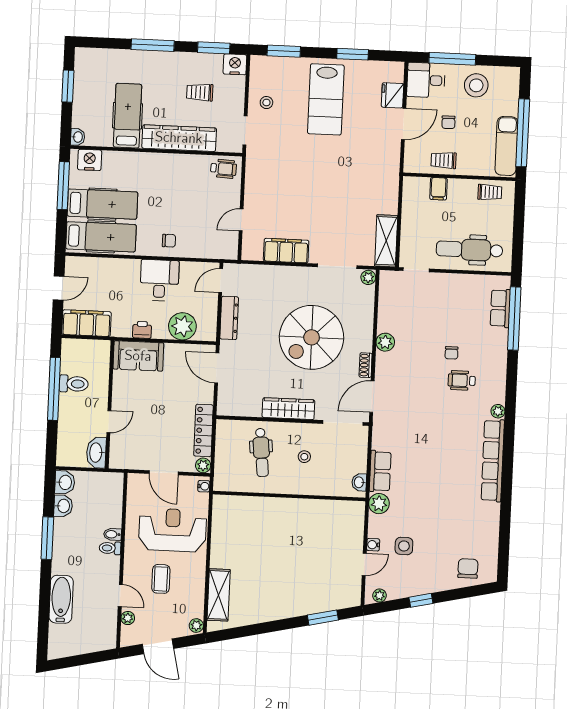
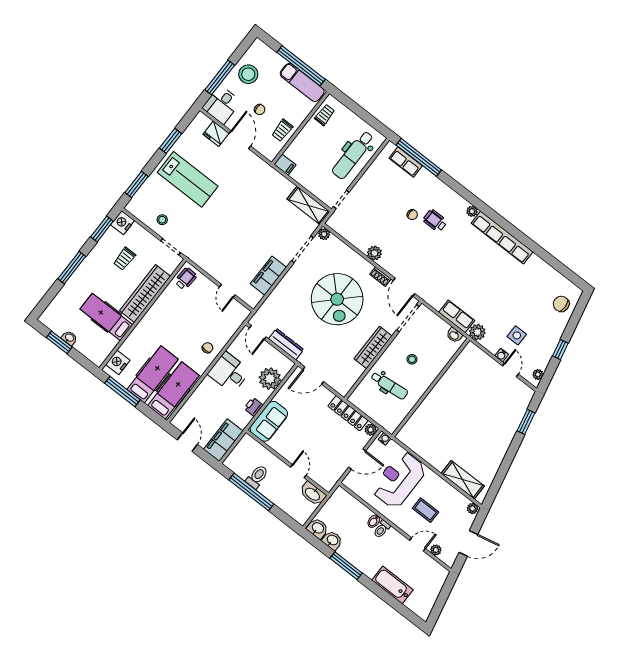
washbasin: (78, 137) -> (69, 338), moved
filing cabinet: (438, 189) -> (285, 165), moved
wheelchair: (462, 380) -> (435, 221), turned 90

